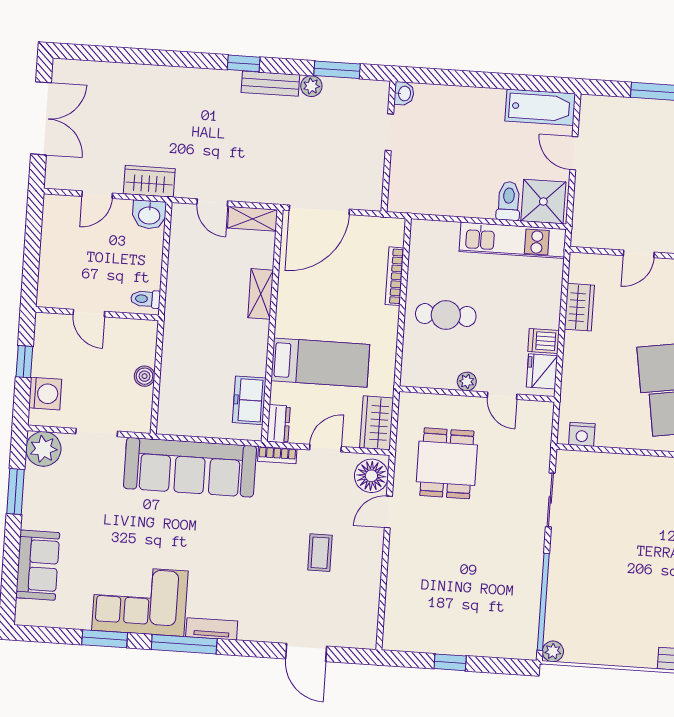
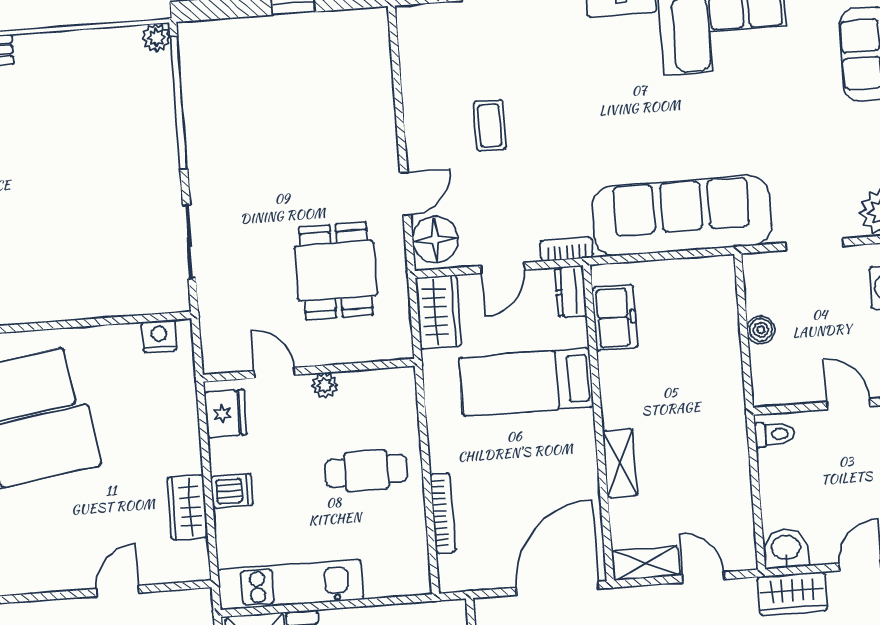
dishwasher: (544, 341) -> (232, 491), moved

